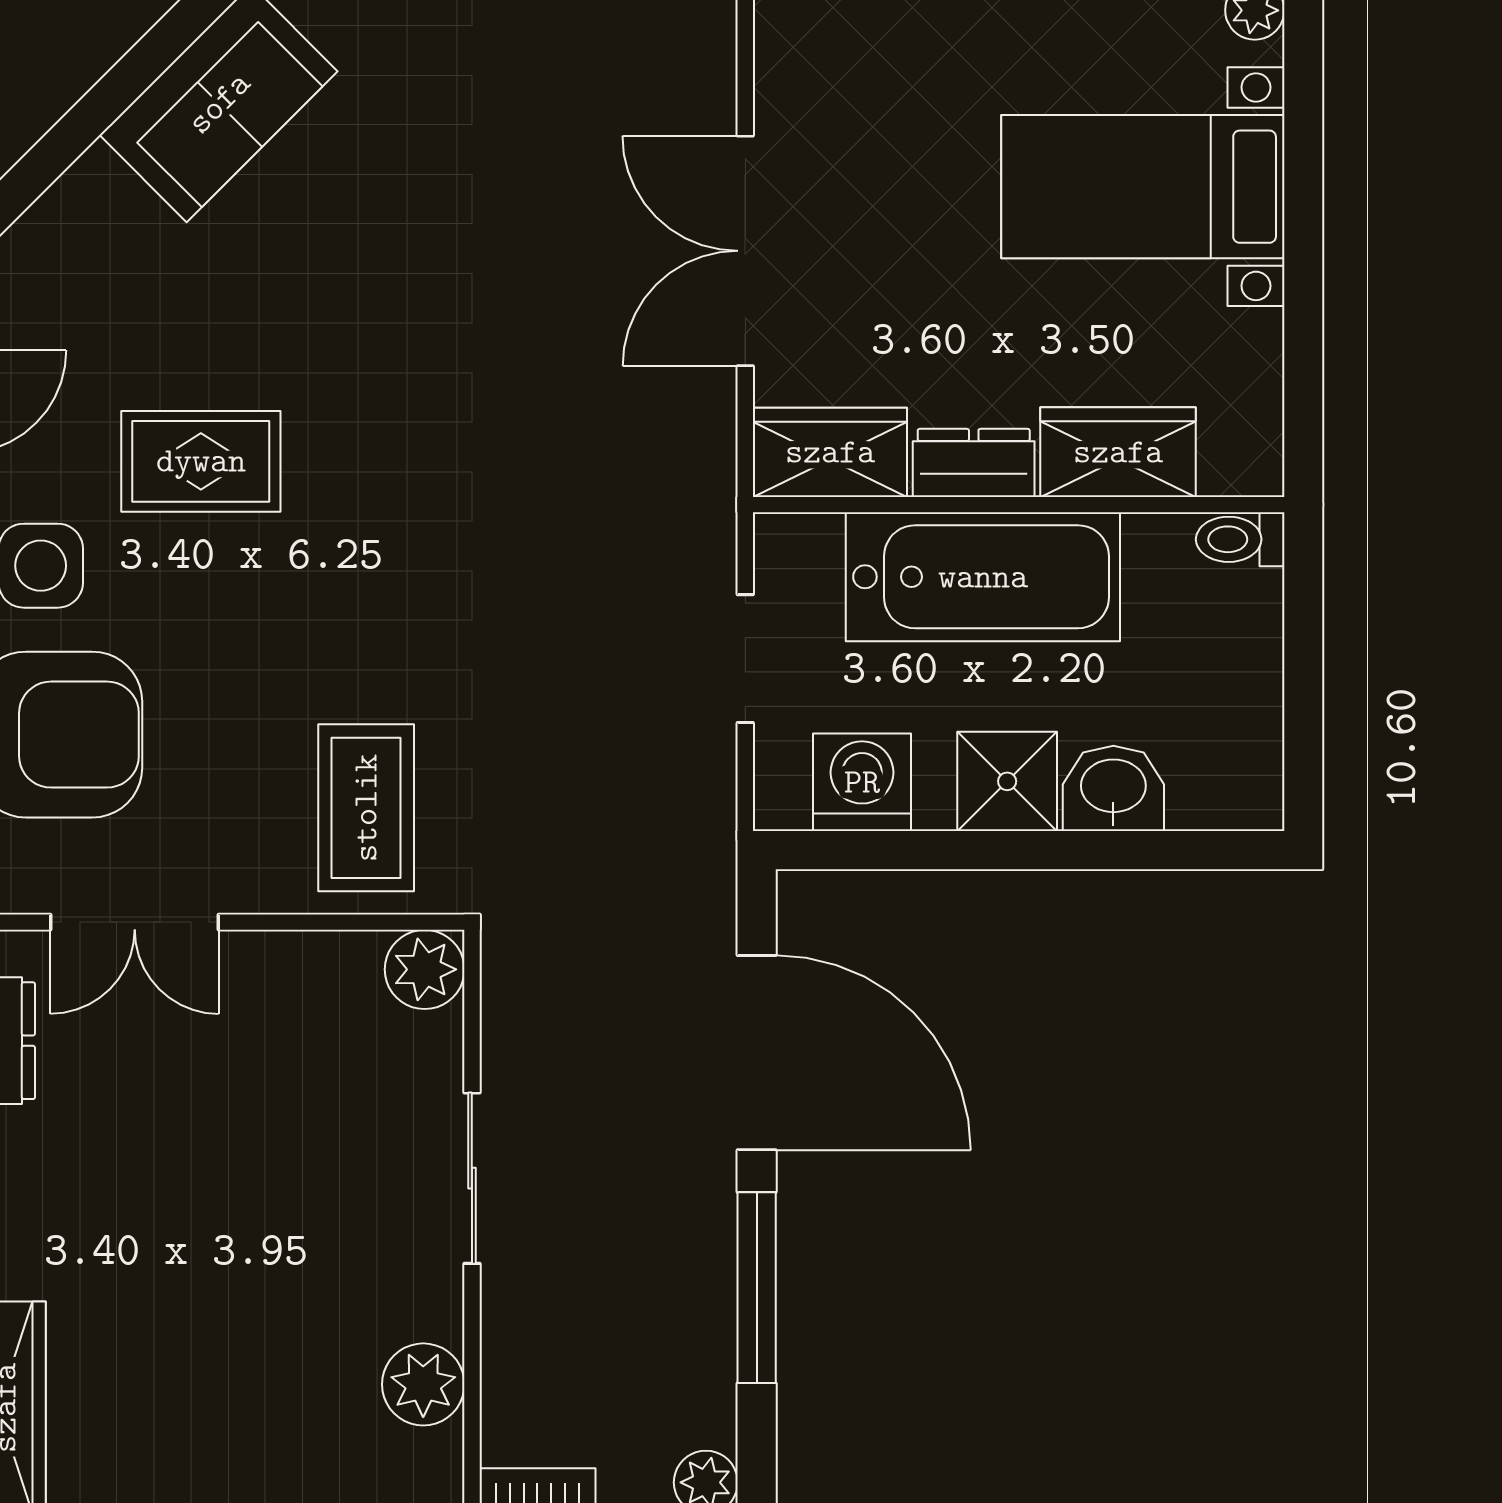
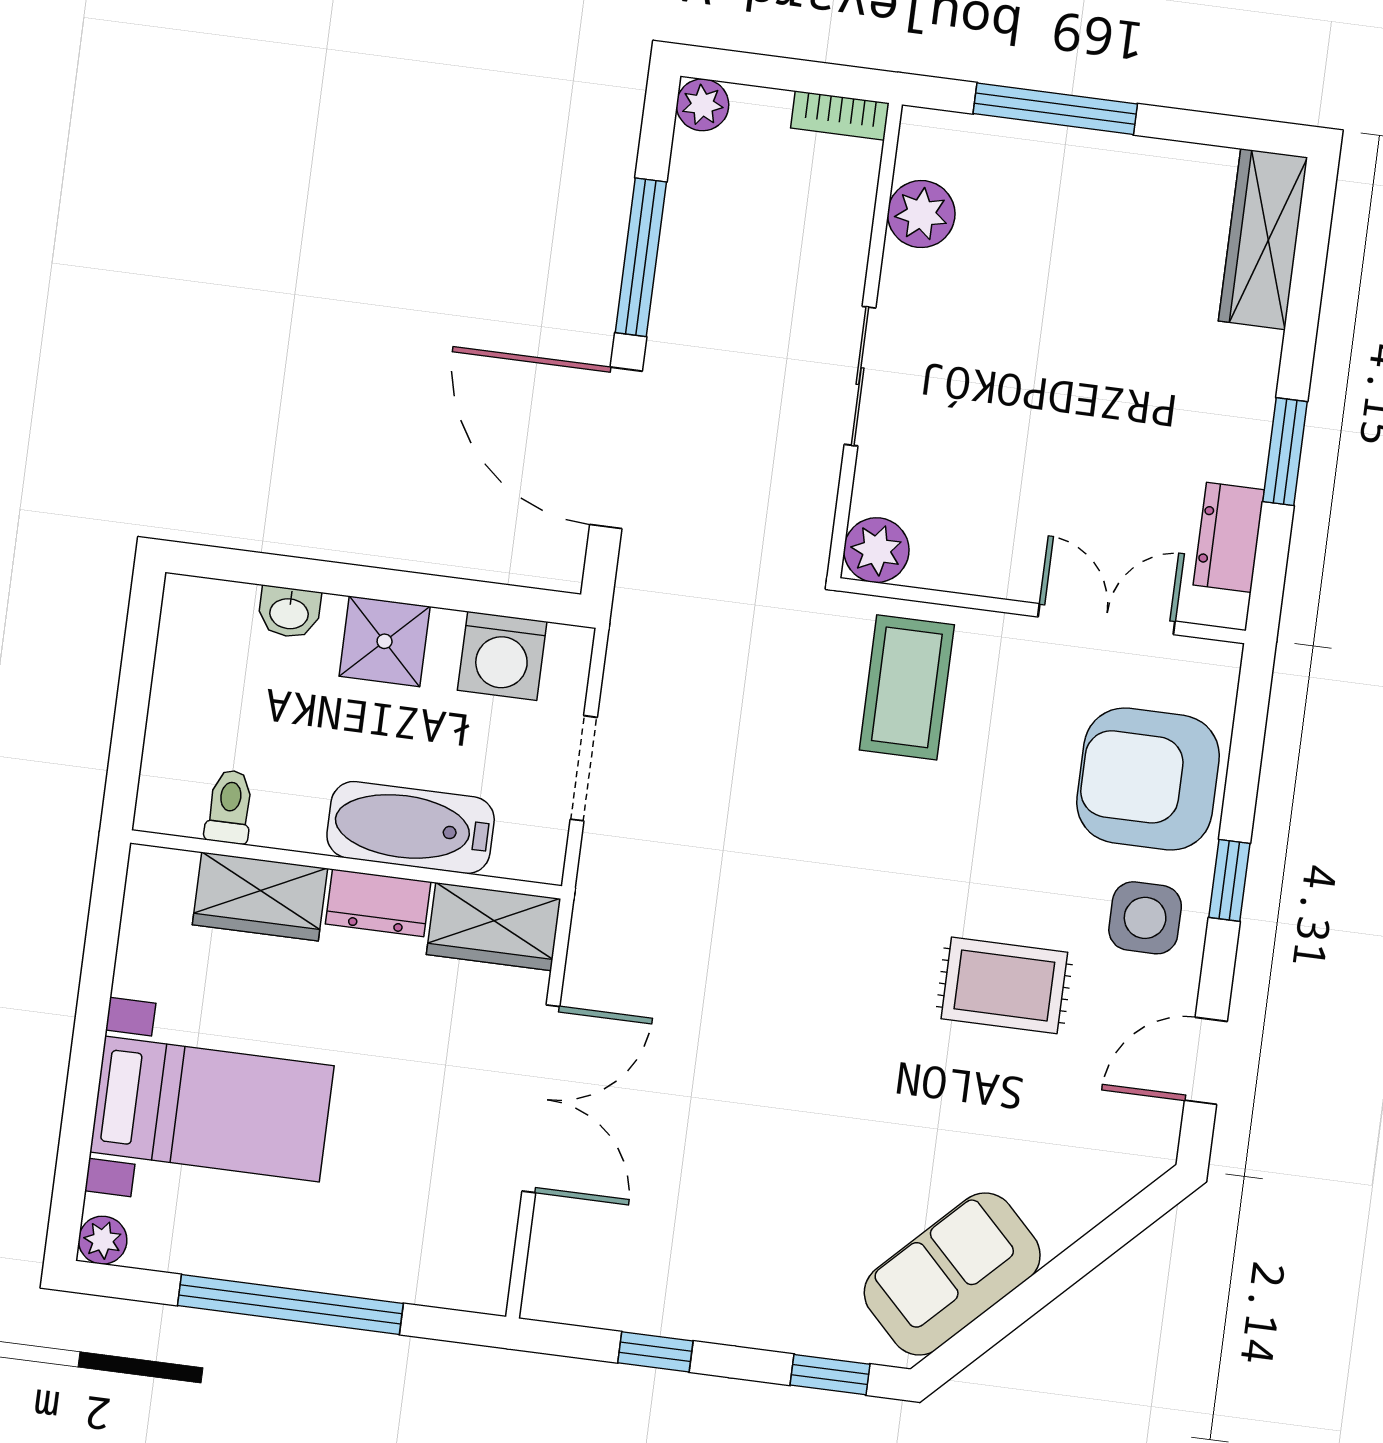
toilet: (1240, 539) -> (230, 807), moved, turned -90
bathtub: (983, 577) -> (411, 827), width x0.73, depth x0.73
washbasin: (1113, 788) -> (289, 612), width x0.72, depth x0.69

